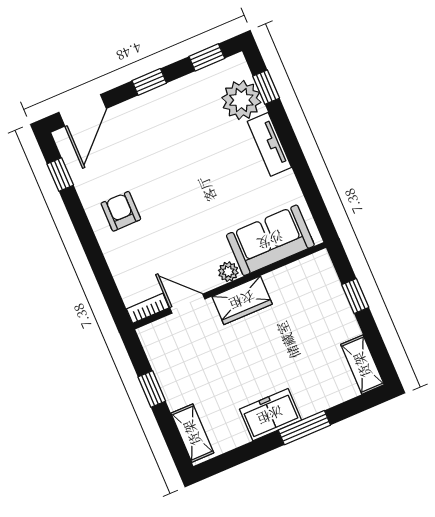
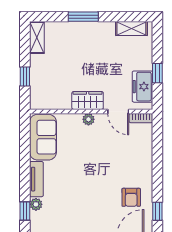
plant: (241, 100) -> (36, 204), width x0.53, depth x0.53
armchair: (121, 211) -> (131, 197), moved
sofa: (270, 240) -> (43, 137), moved, turned -90
freezer: (270, 415) -> (143, 87), moved, turned 90
shelving: (192, 433) -> (131, 28), moved, turned 90

